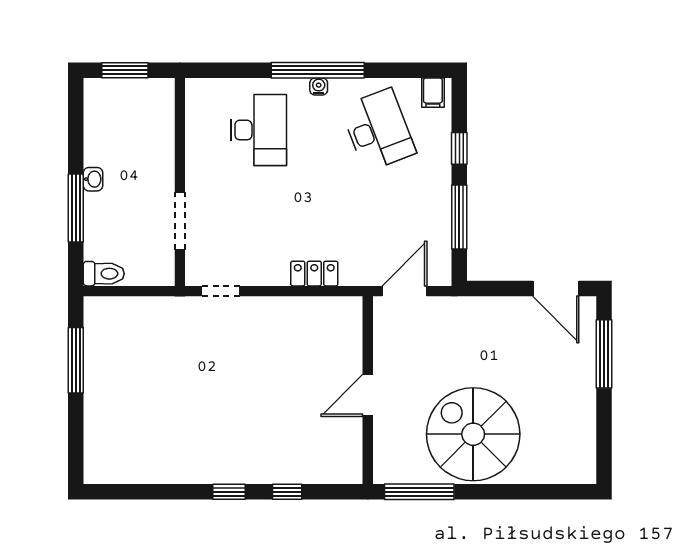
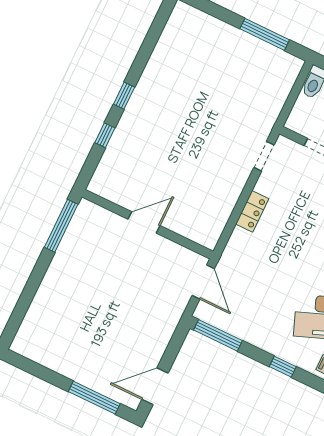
window: (459, 217) -> (218, 335), moved
locker: (314, 274) -> (252, 211), moved
door: (368, 395) -> (144, 222), hinge flipped
spiral stairs: (473, 434) -> (83, 282), removed

